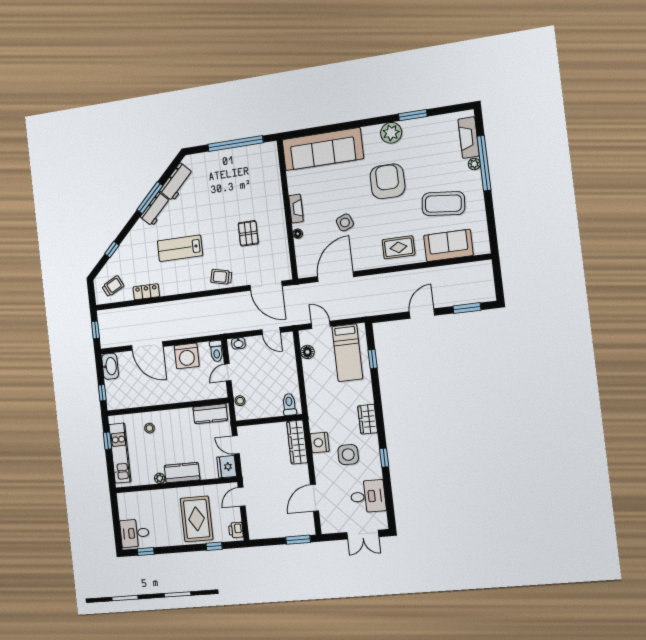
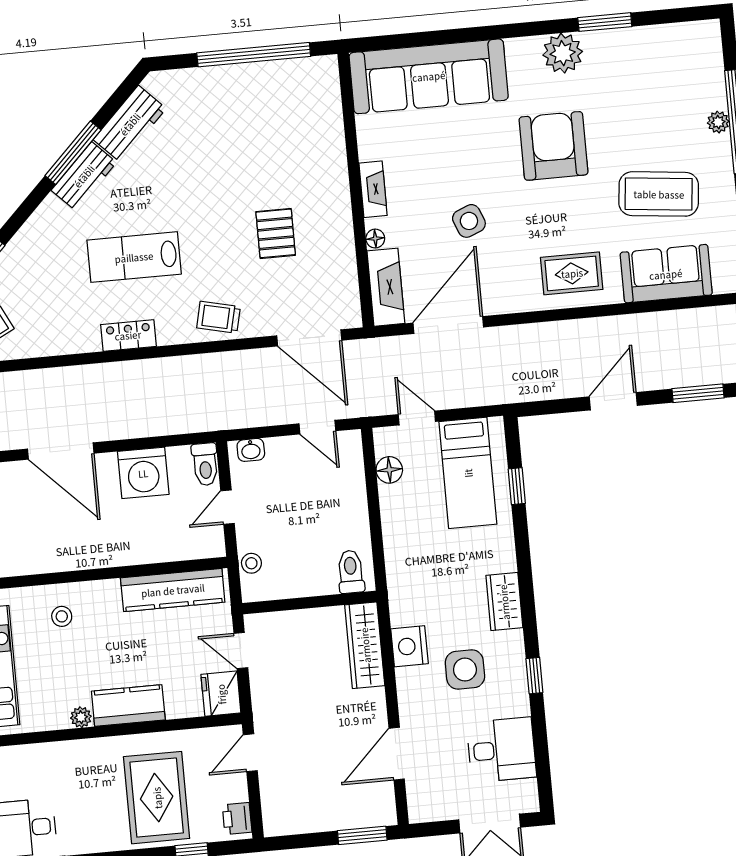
fireplace: (469, 138) -> (386, 287), moved, turned 180
locker: (146, 292) -> (128, 335), moved
kitchen counter: (210, 414) -> (173, 590), width x1.50

